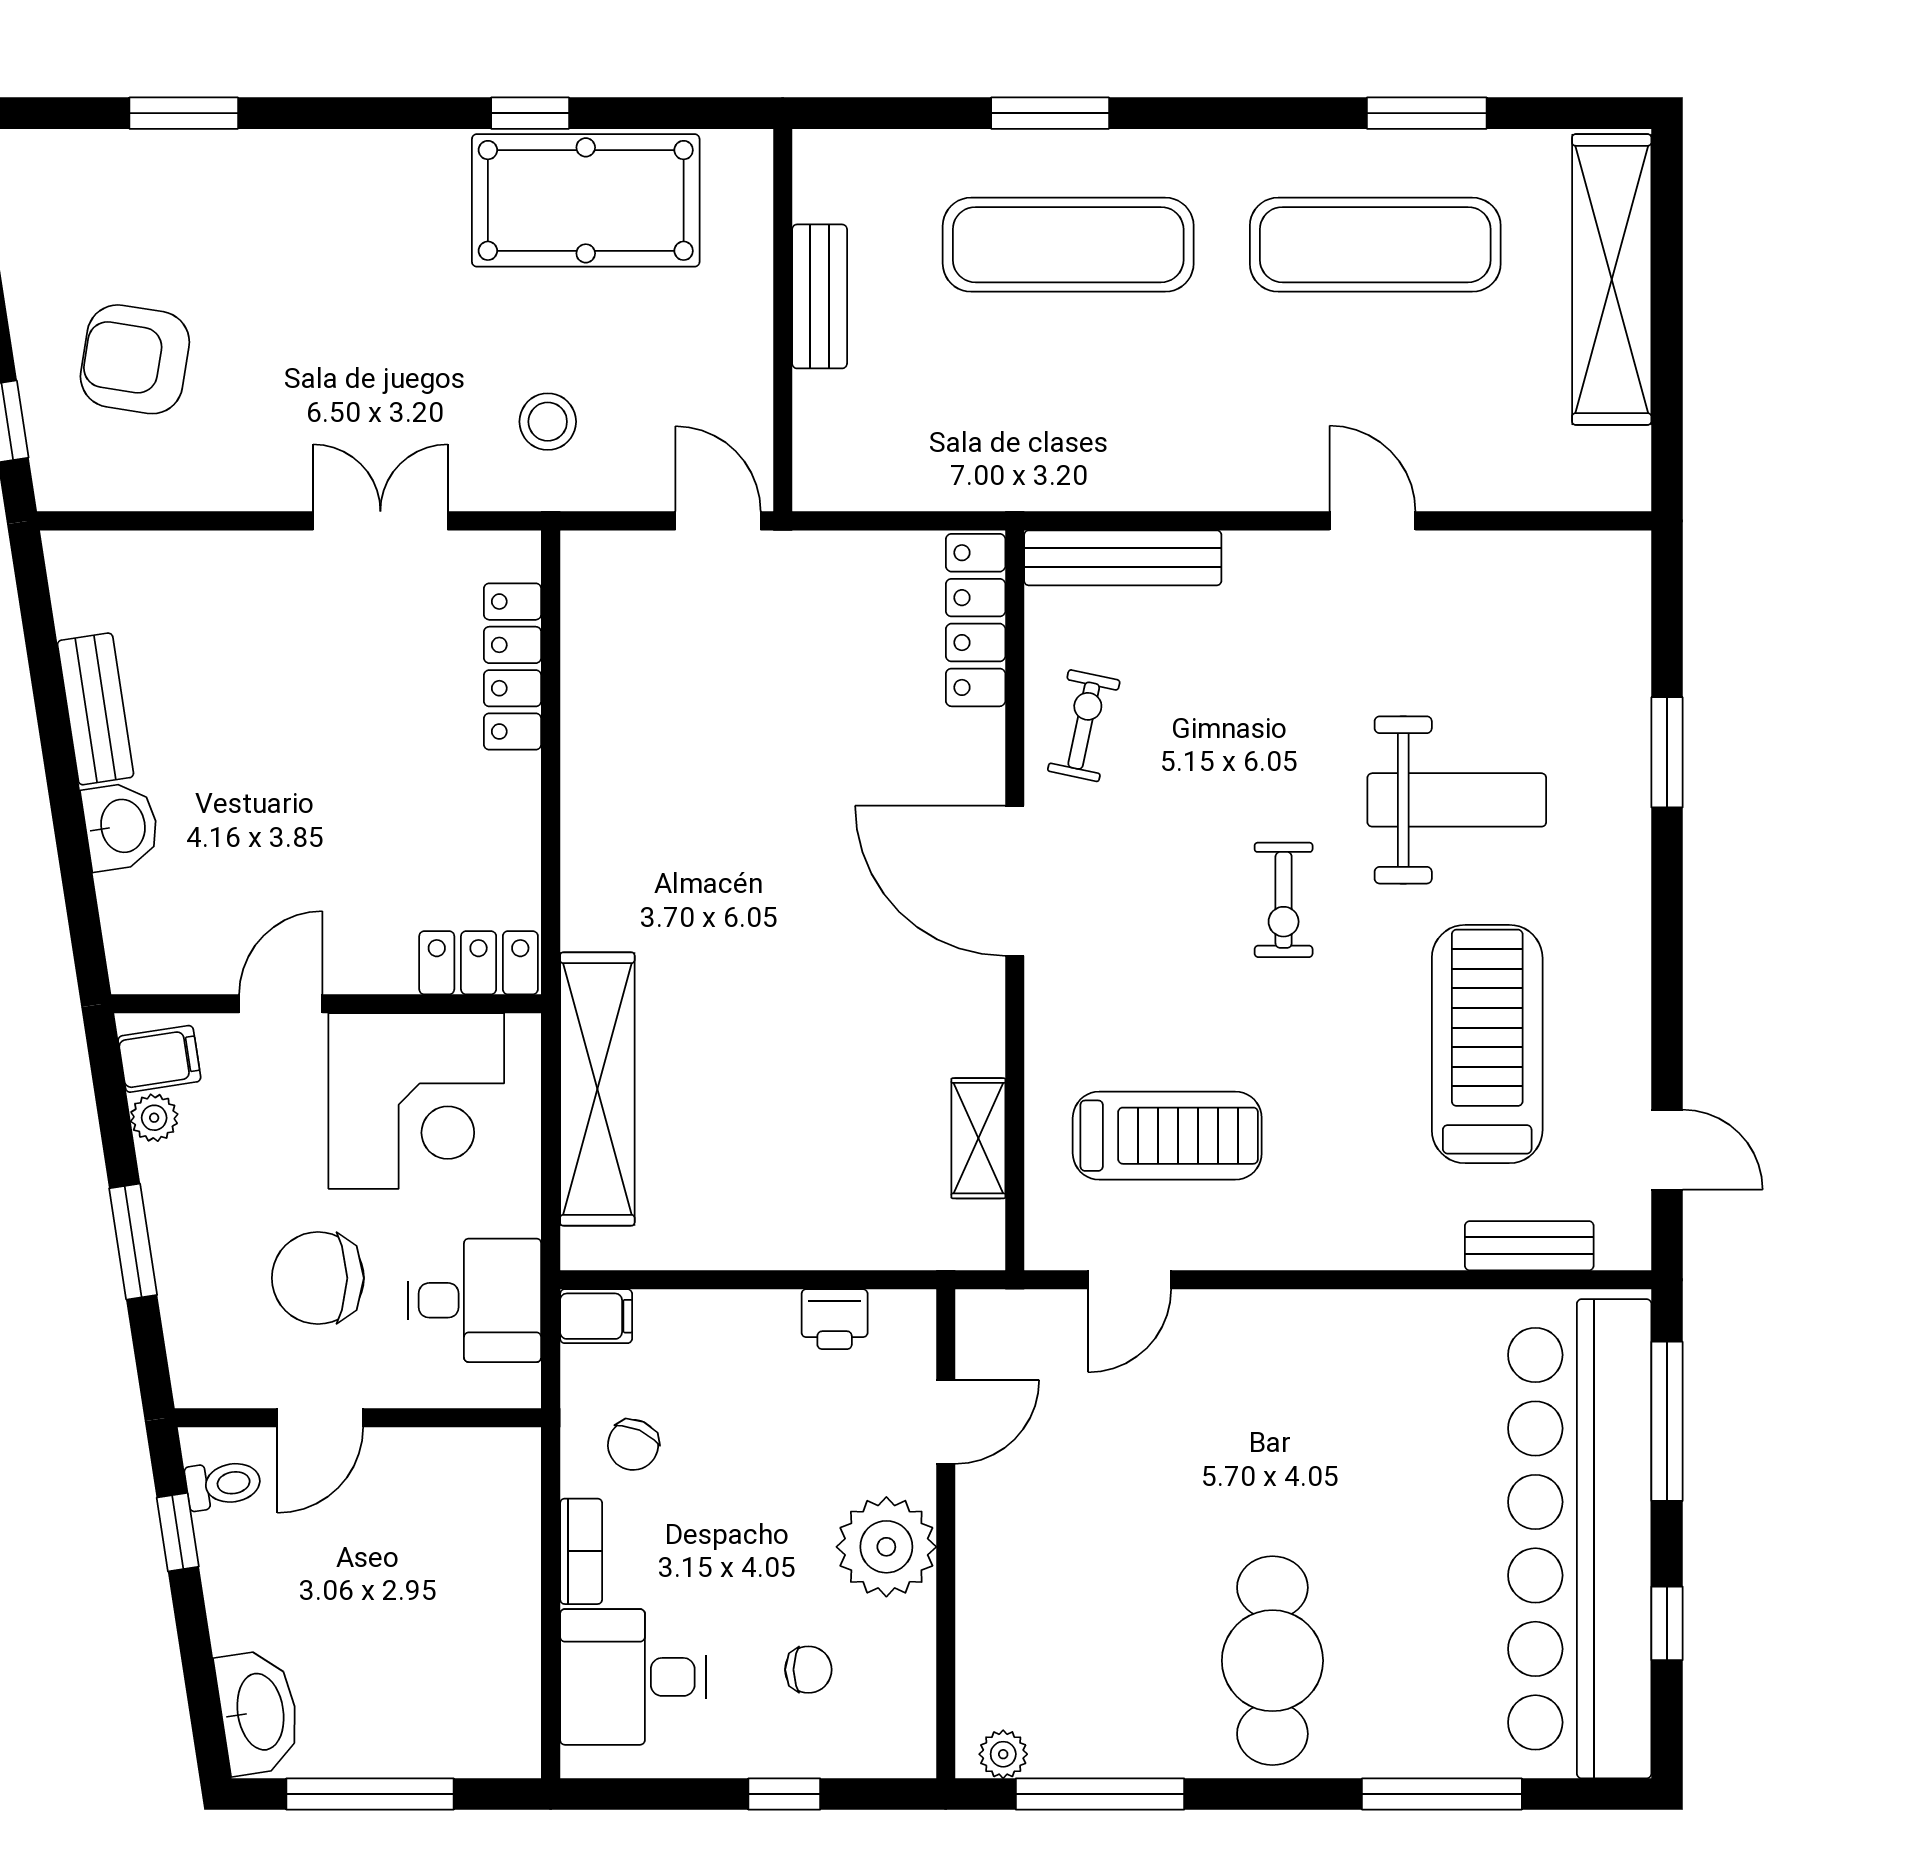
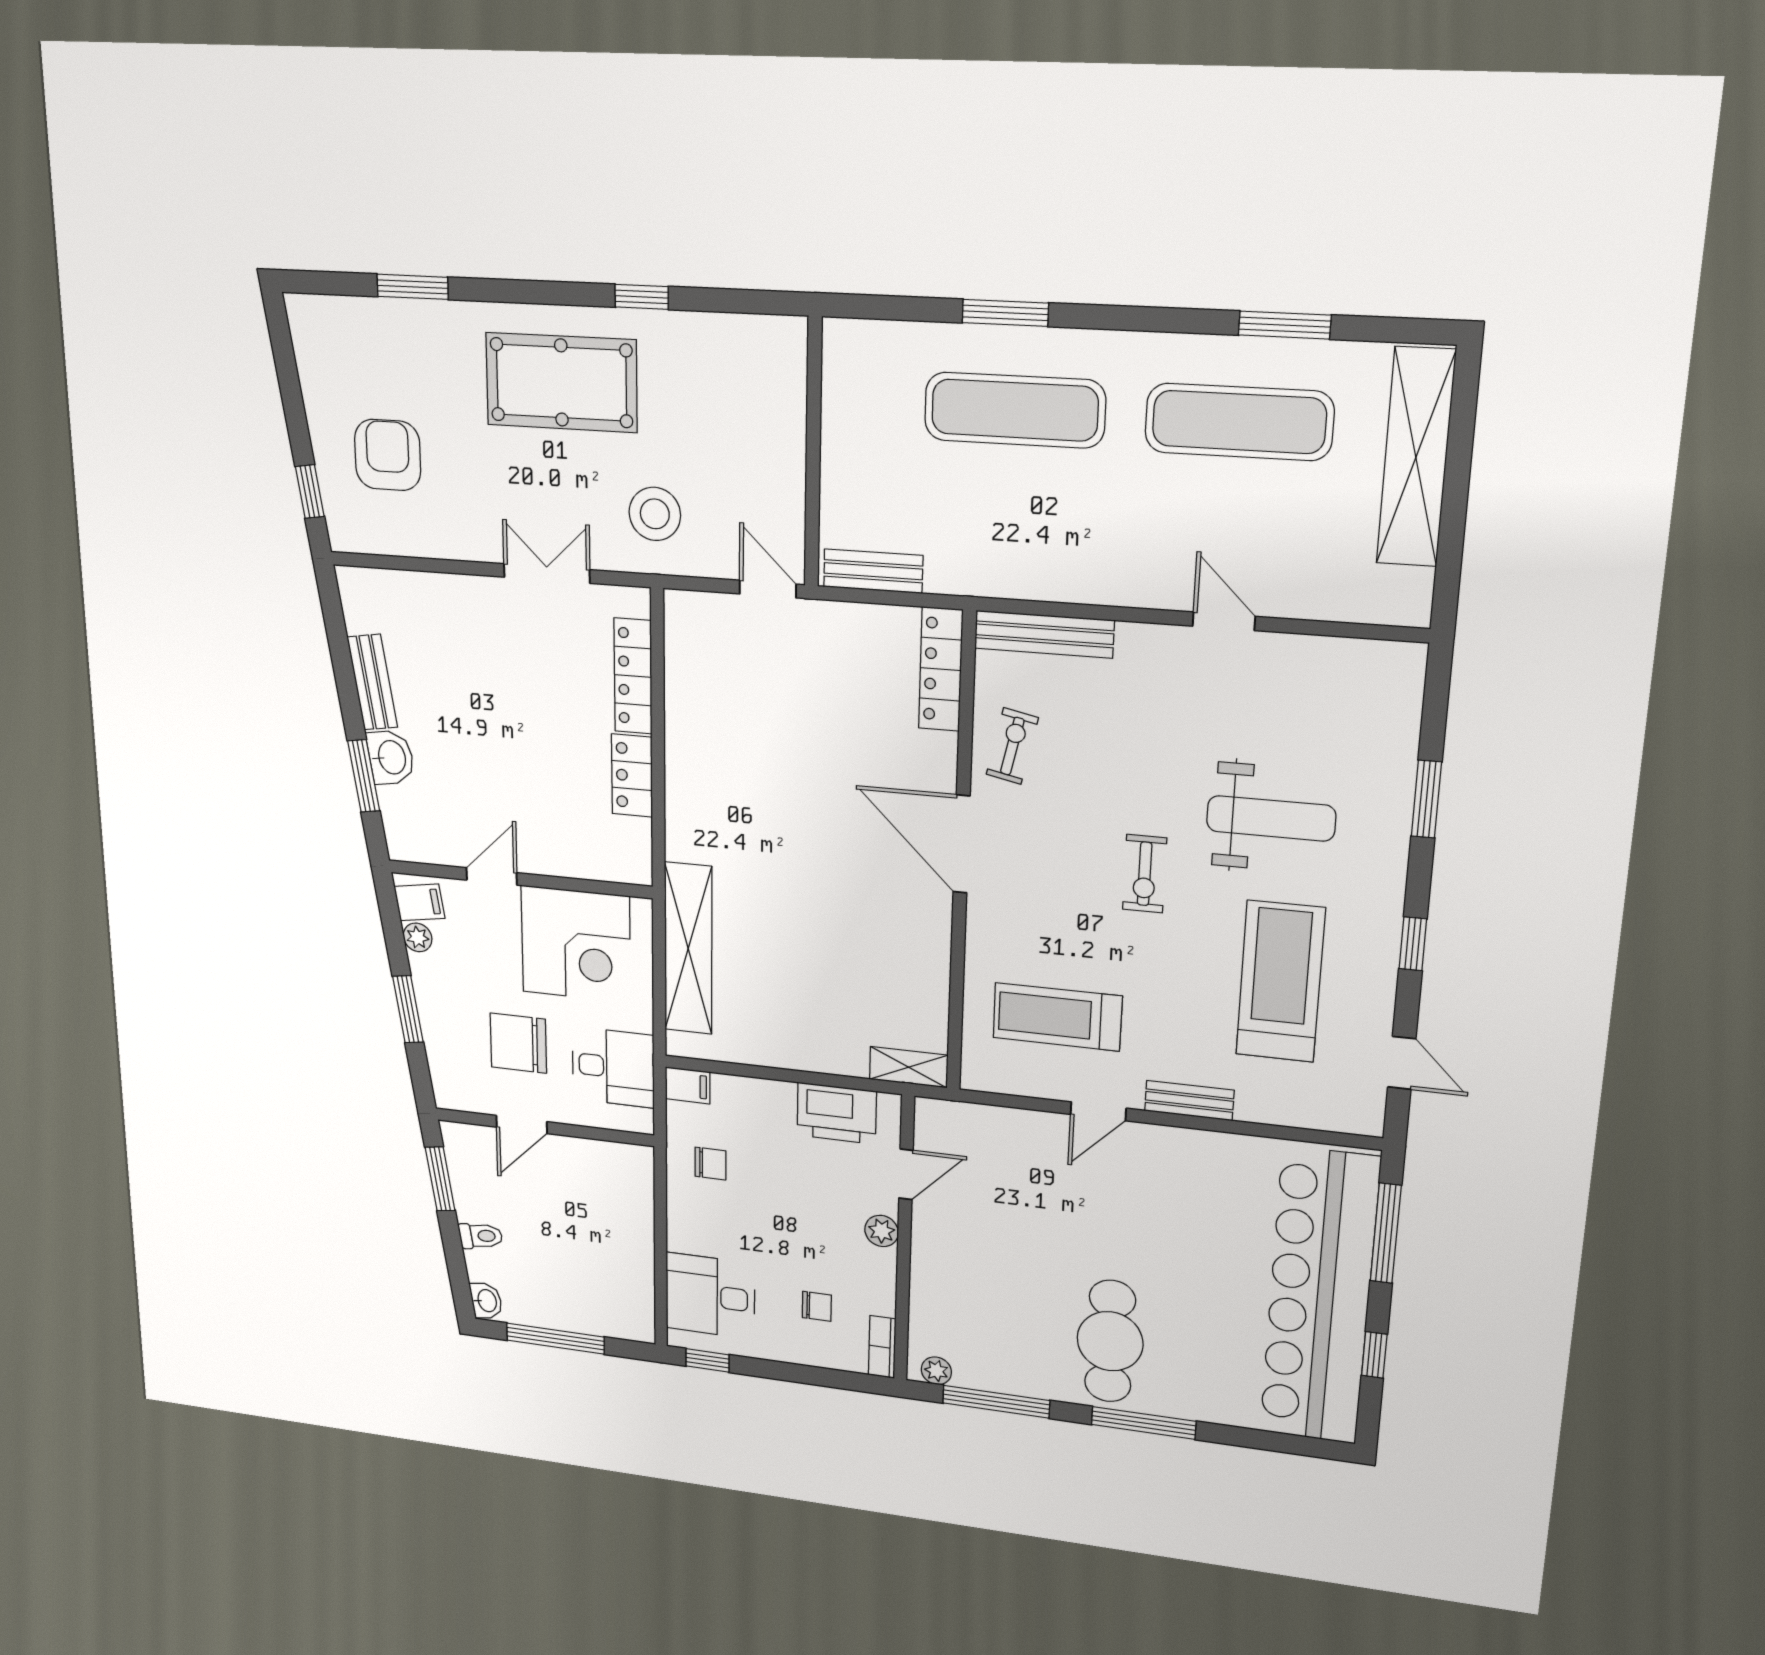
pool table: (586, 200) -> (561, 383), moved
bench: (820, 296) -> (873, 571), moved, turned 90
armchair: (135, 359) -> (388, 455), turned 81
stool: (548, 422) -> (655, 514), width x1.38, depth x1.38
window: (75, 860) -> (364, 776), added
locker: (479, 963) -> (632, 776), moved, turned -90
window: (1667, 967) -> (1413, 944), added
treadmill: (1167, 1136) -> (1057, 1017), turned 180
shelving: (978, 1138) -> (909, 1067), moved, turned 90
bench: (1529, 1246) -> (1189, 1101), moved
door: (1130, 1280) -> (1098, 1111), moved
printer: (835, 1319) -> (837, 1113), width x1.87, depth x1.48
chair: (633, 1445) -> (710, 1164), turned -114
toilet: (223, 1484) -> (481, 1236), moved
window: (178, 1532) -> (440, 1179), width x1.50
plant: (886, 1547) -> (882, 1231), width x0.53, depth x0.53
bookcase: (581, 1551) -> (882, 1347), moved, turned 180
washbasin: (258, 1712) -> (486, 1301), width x0.52, depth x0.69
window: (784, 1794) -> (707, 1360), moved
window: (1442, 1794) -> (1144, 1423), moved

